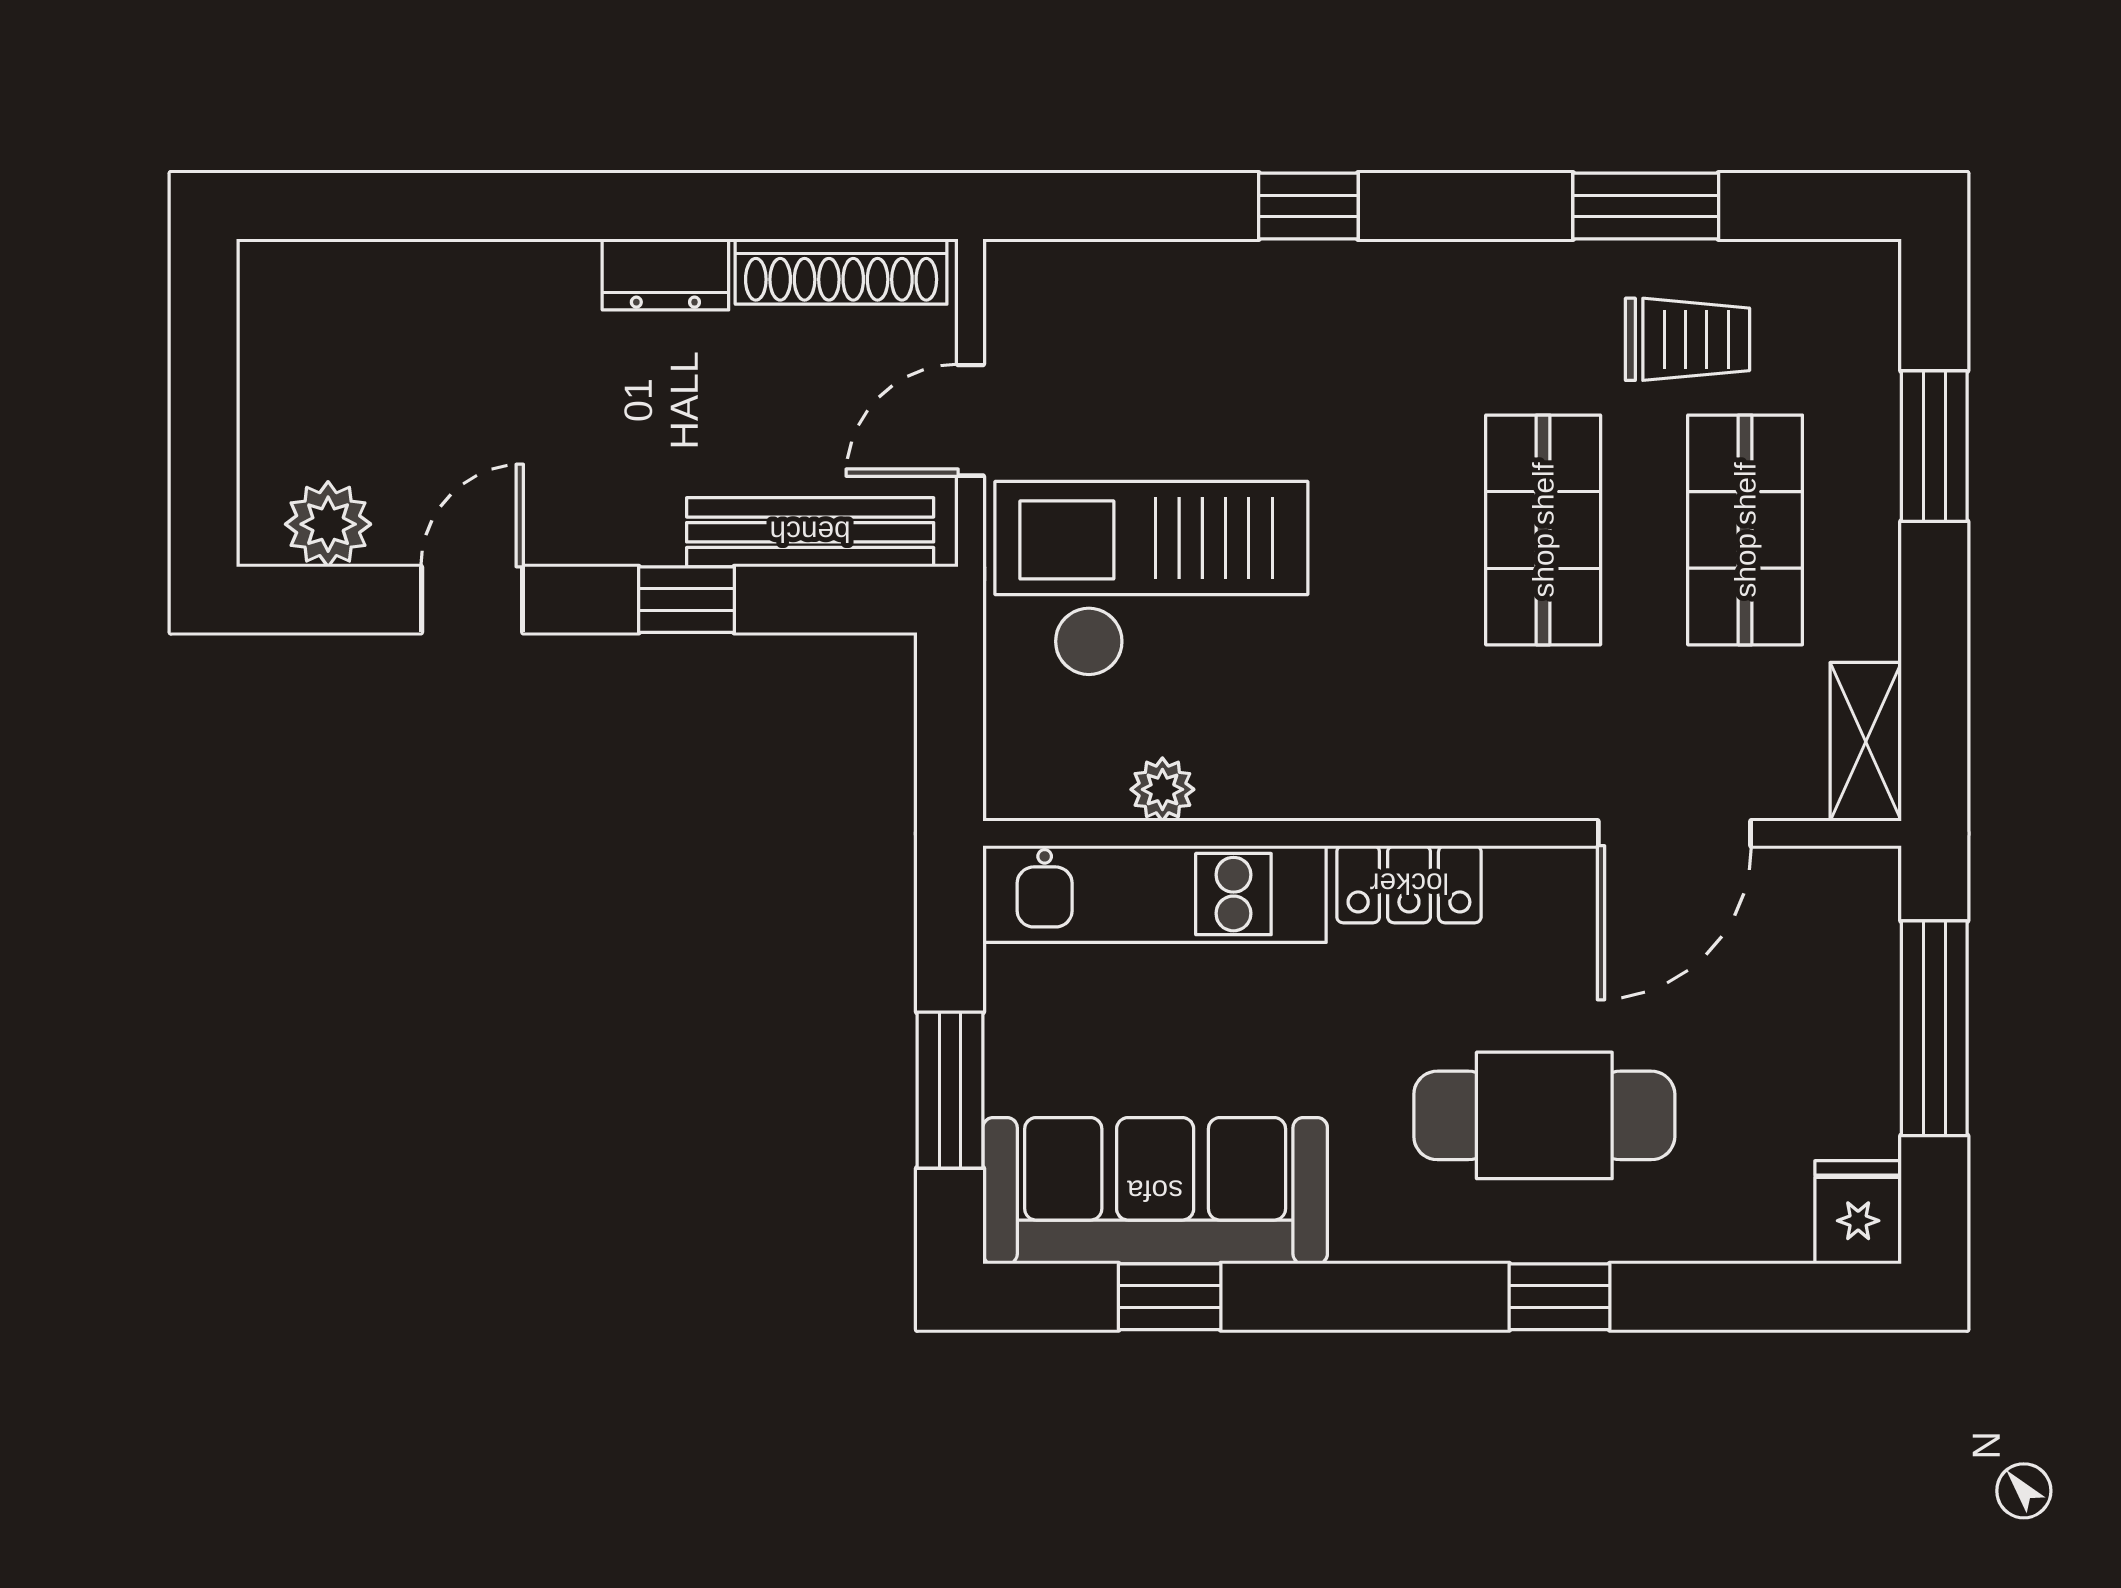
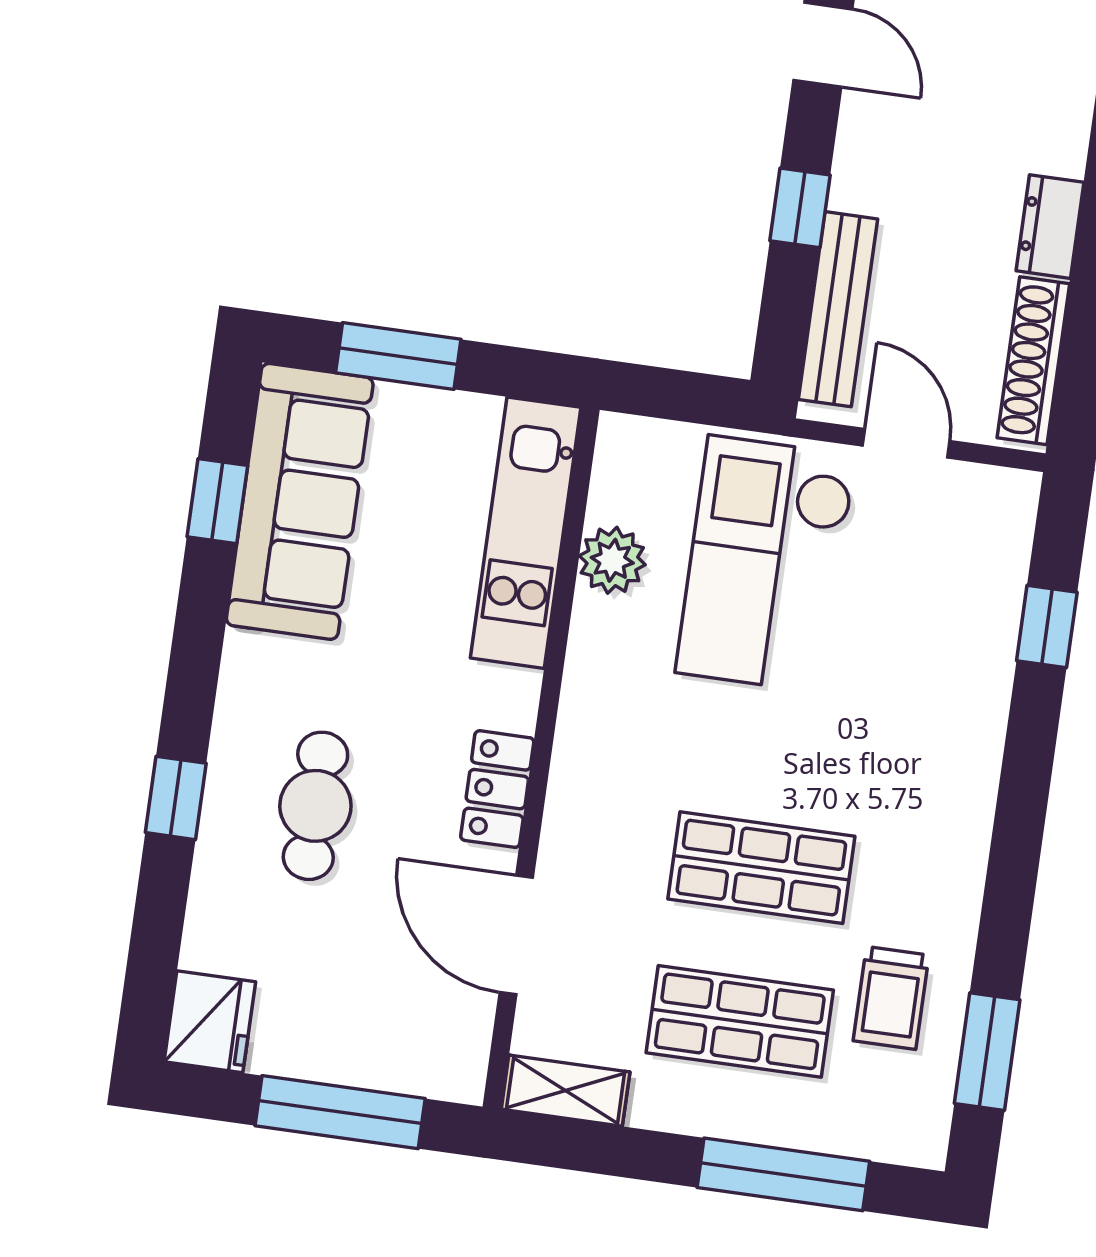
window: (1308, 206) -> (1047, 626), moved
window: (1646, 206) -> (987, 1052), moved
window: (1934, 446) -> (783, 1174), width x1.44
checkout: (1151, 579) -> (766, 564), turned 180
plant: (1162, 789) -> (612, 560), width x1.38, depth x1.38
locker: (1409, 884) -> (497, 789), moved
cafe table: (1544, 1115) -> (315, 806), width x0.73, depth x0.74
fridge: (1858, 1212) -> (210, 1022), width x1.38

